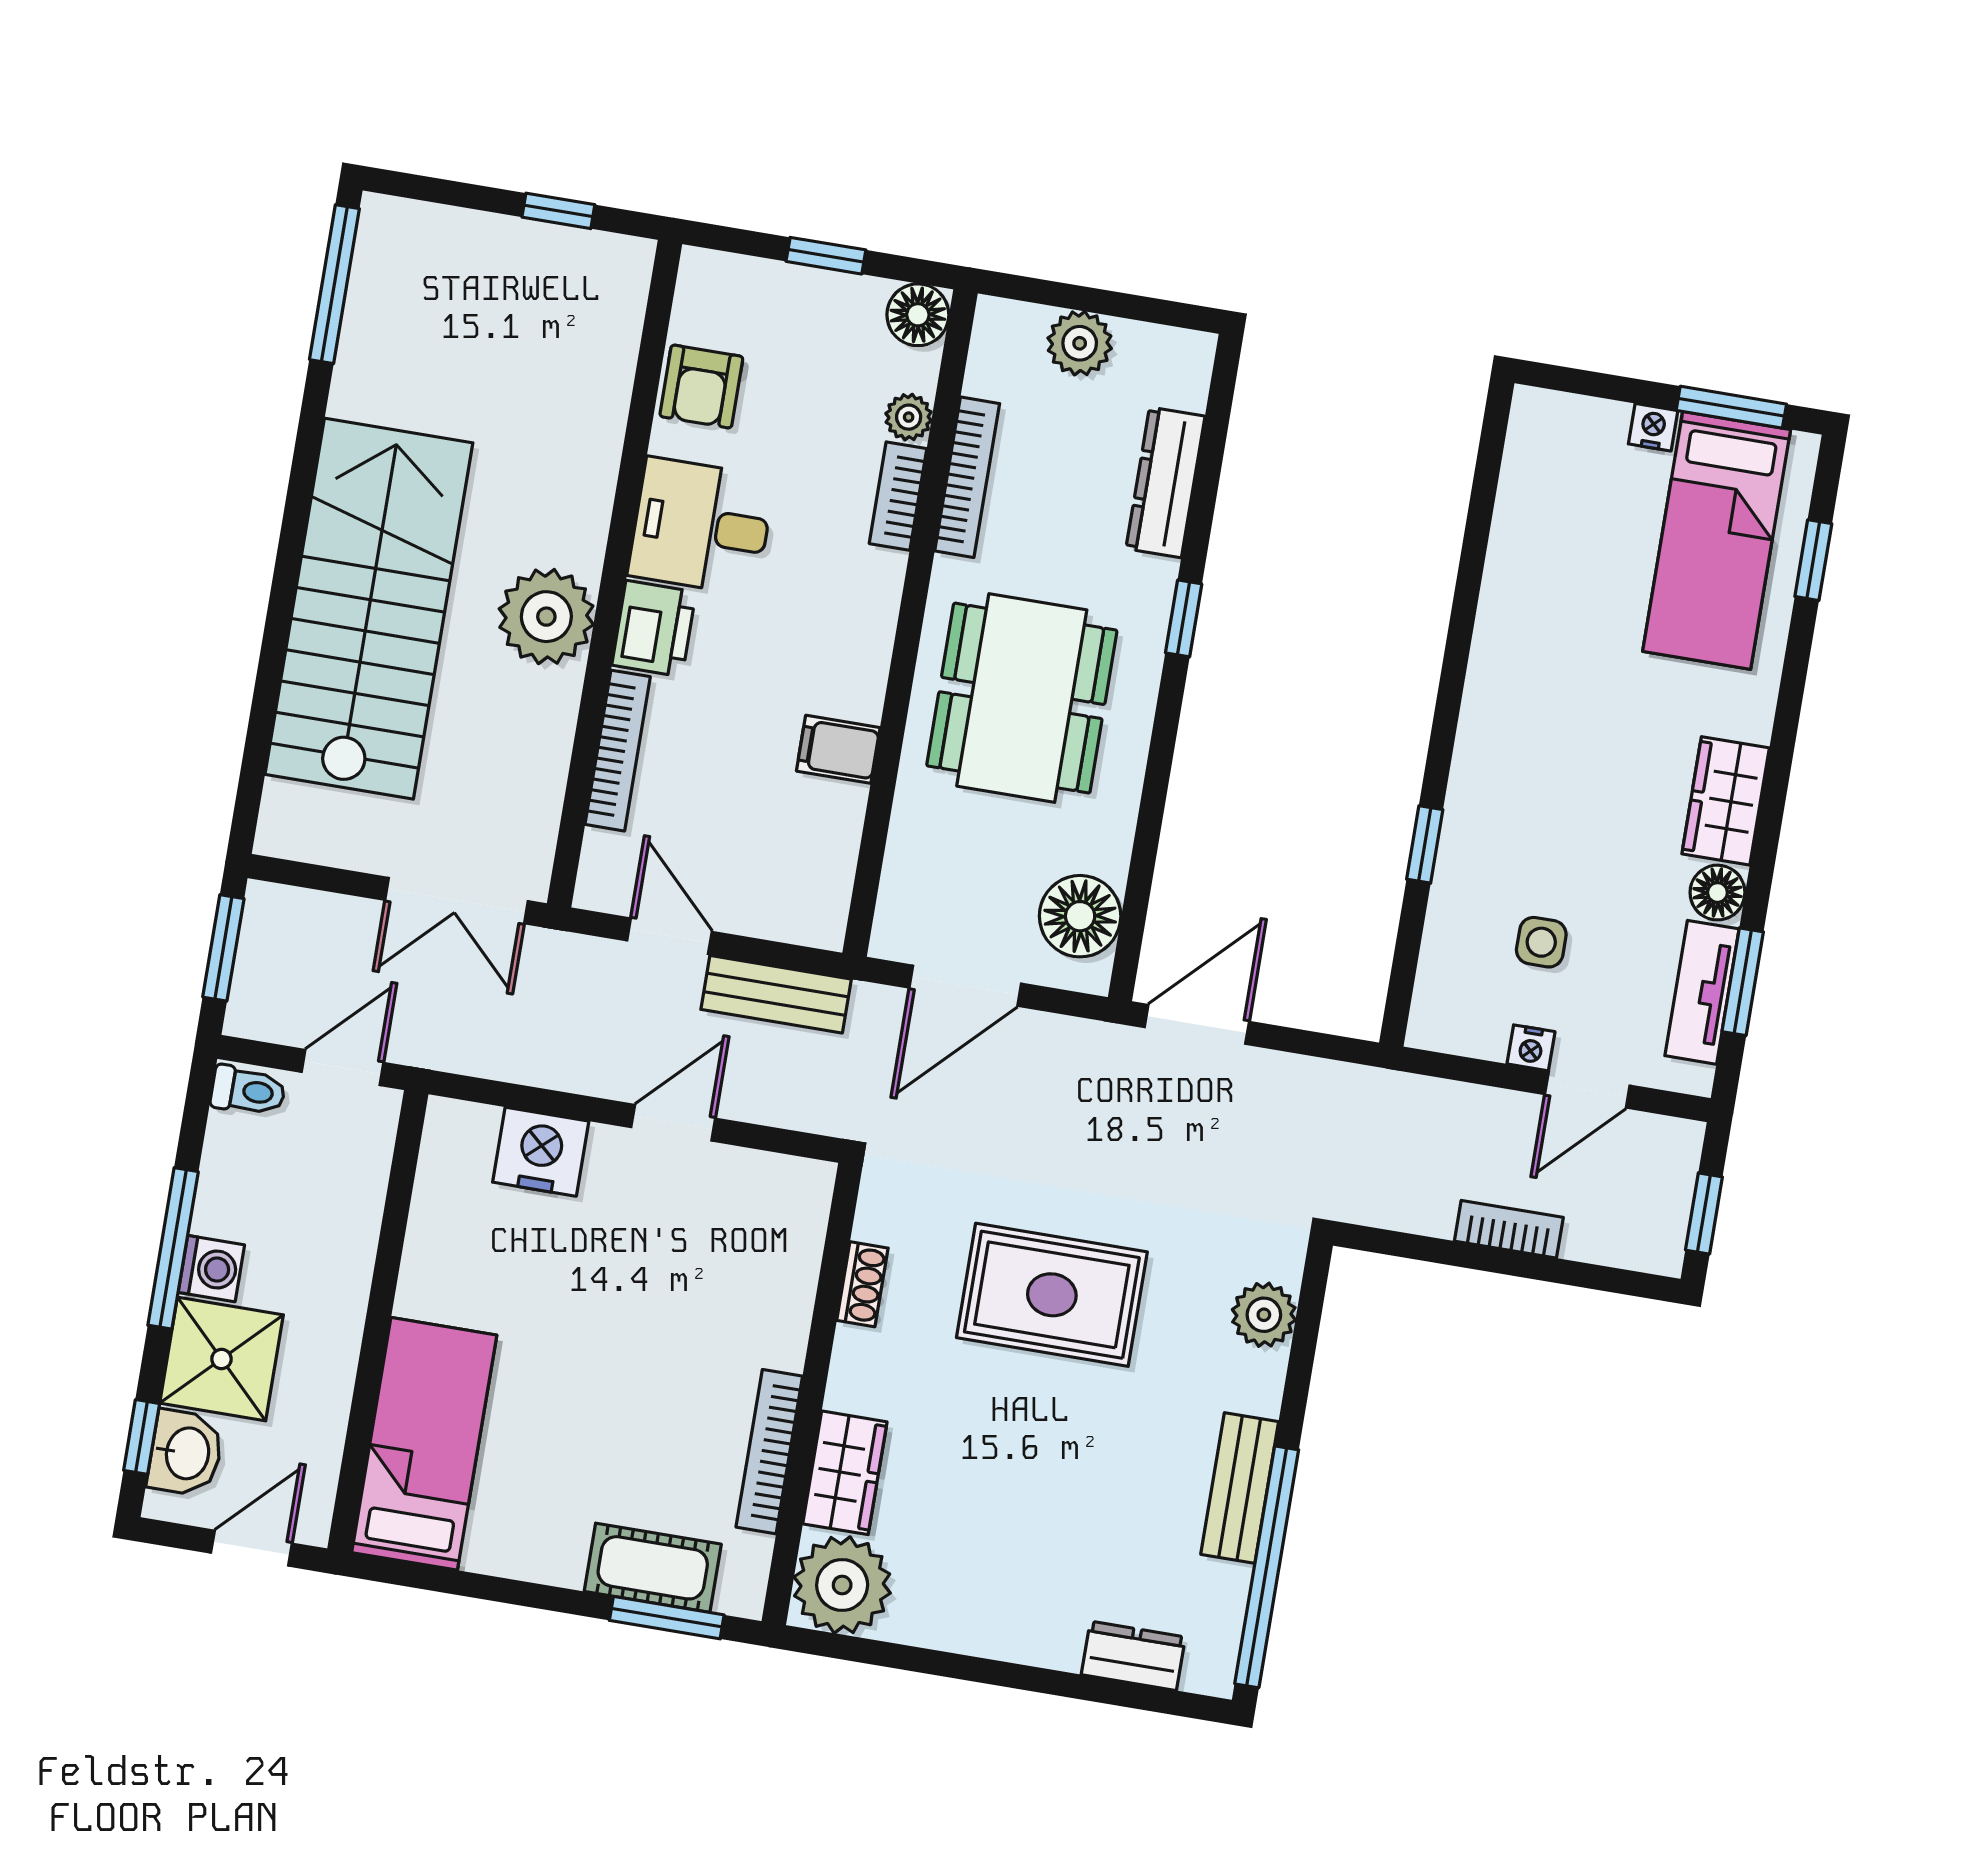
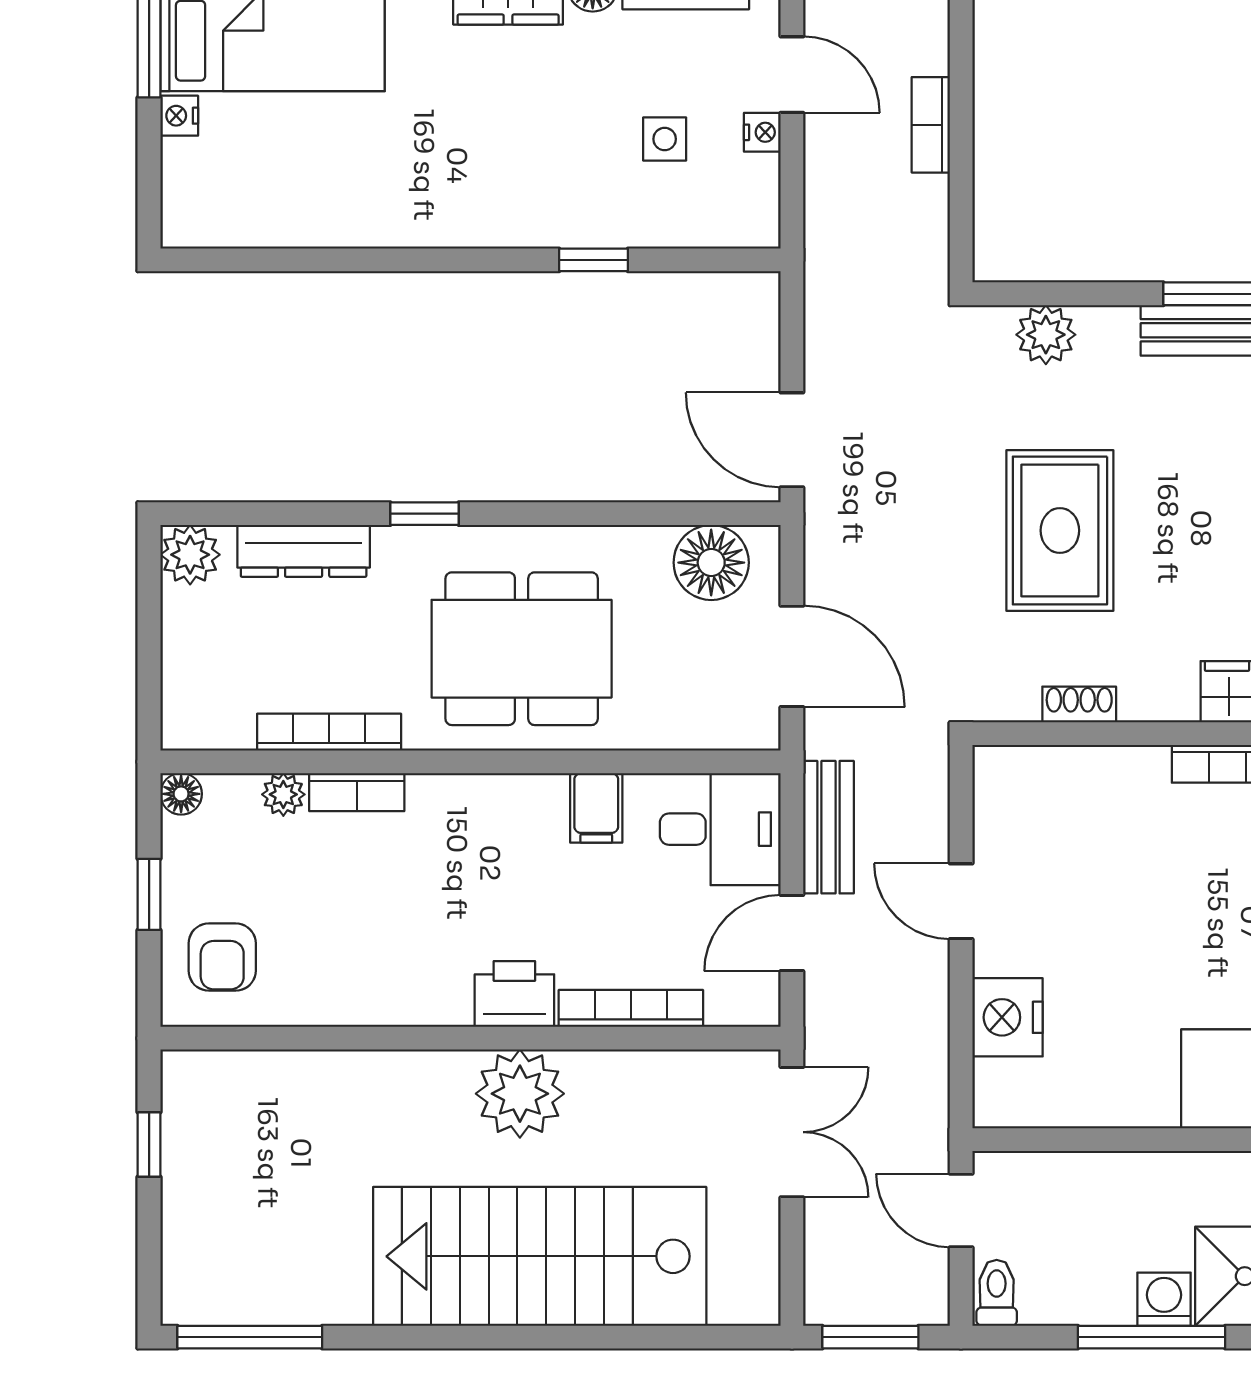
floor lamp: (918, 315) -> (181, 794), width x0.73, depth x0.73
plant: (1080, 343) -> (190, 555), moved
armchair: (701, 386) -> (222, 957), moved, turned 90
desk: (701, 526) -> (720, 829), moved, turned -90

